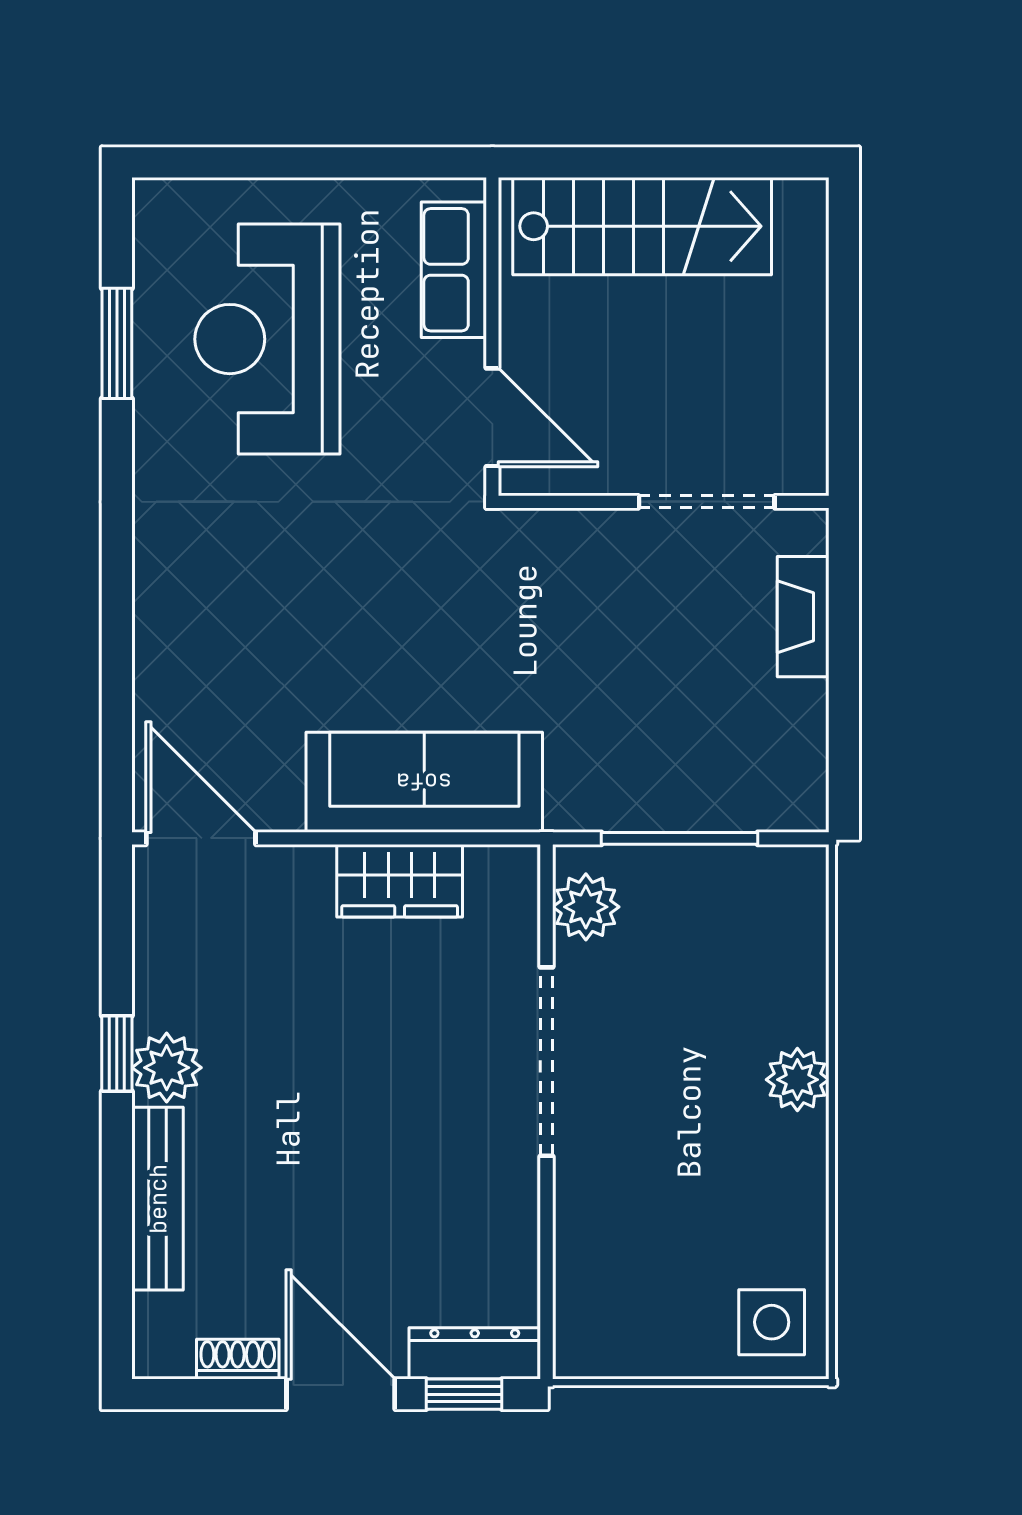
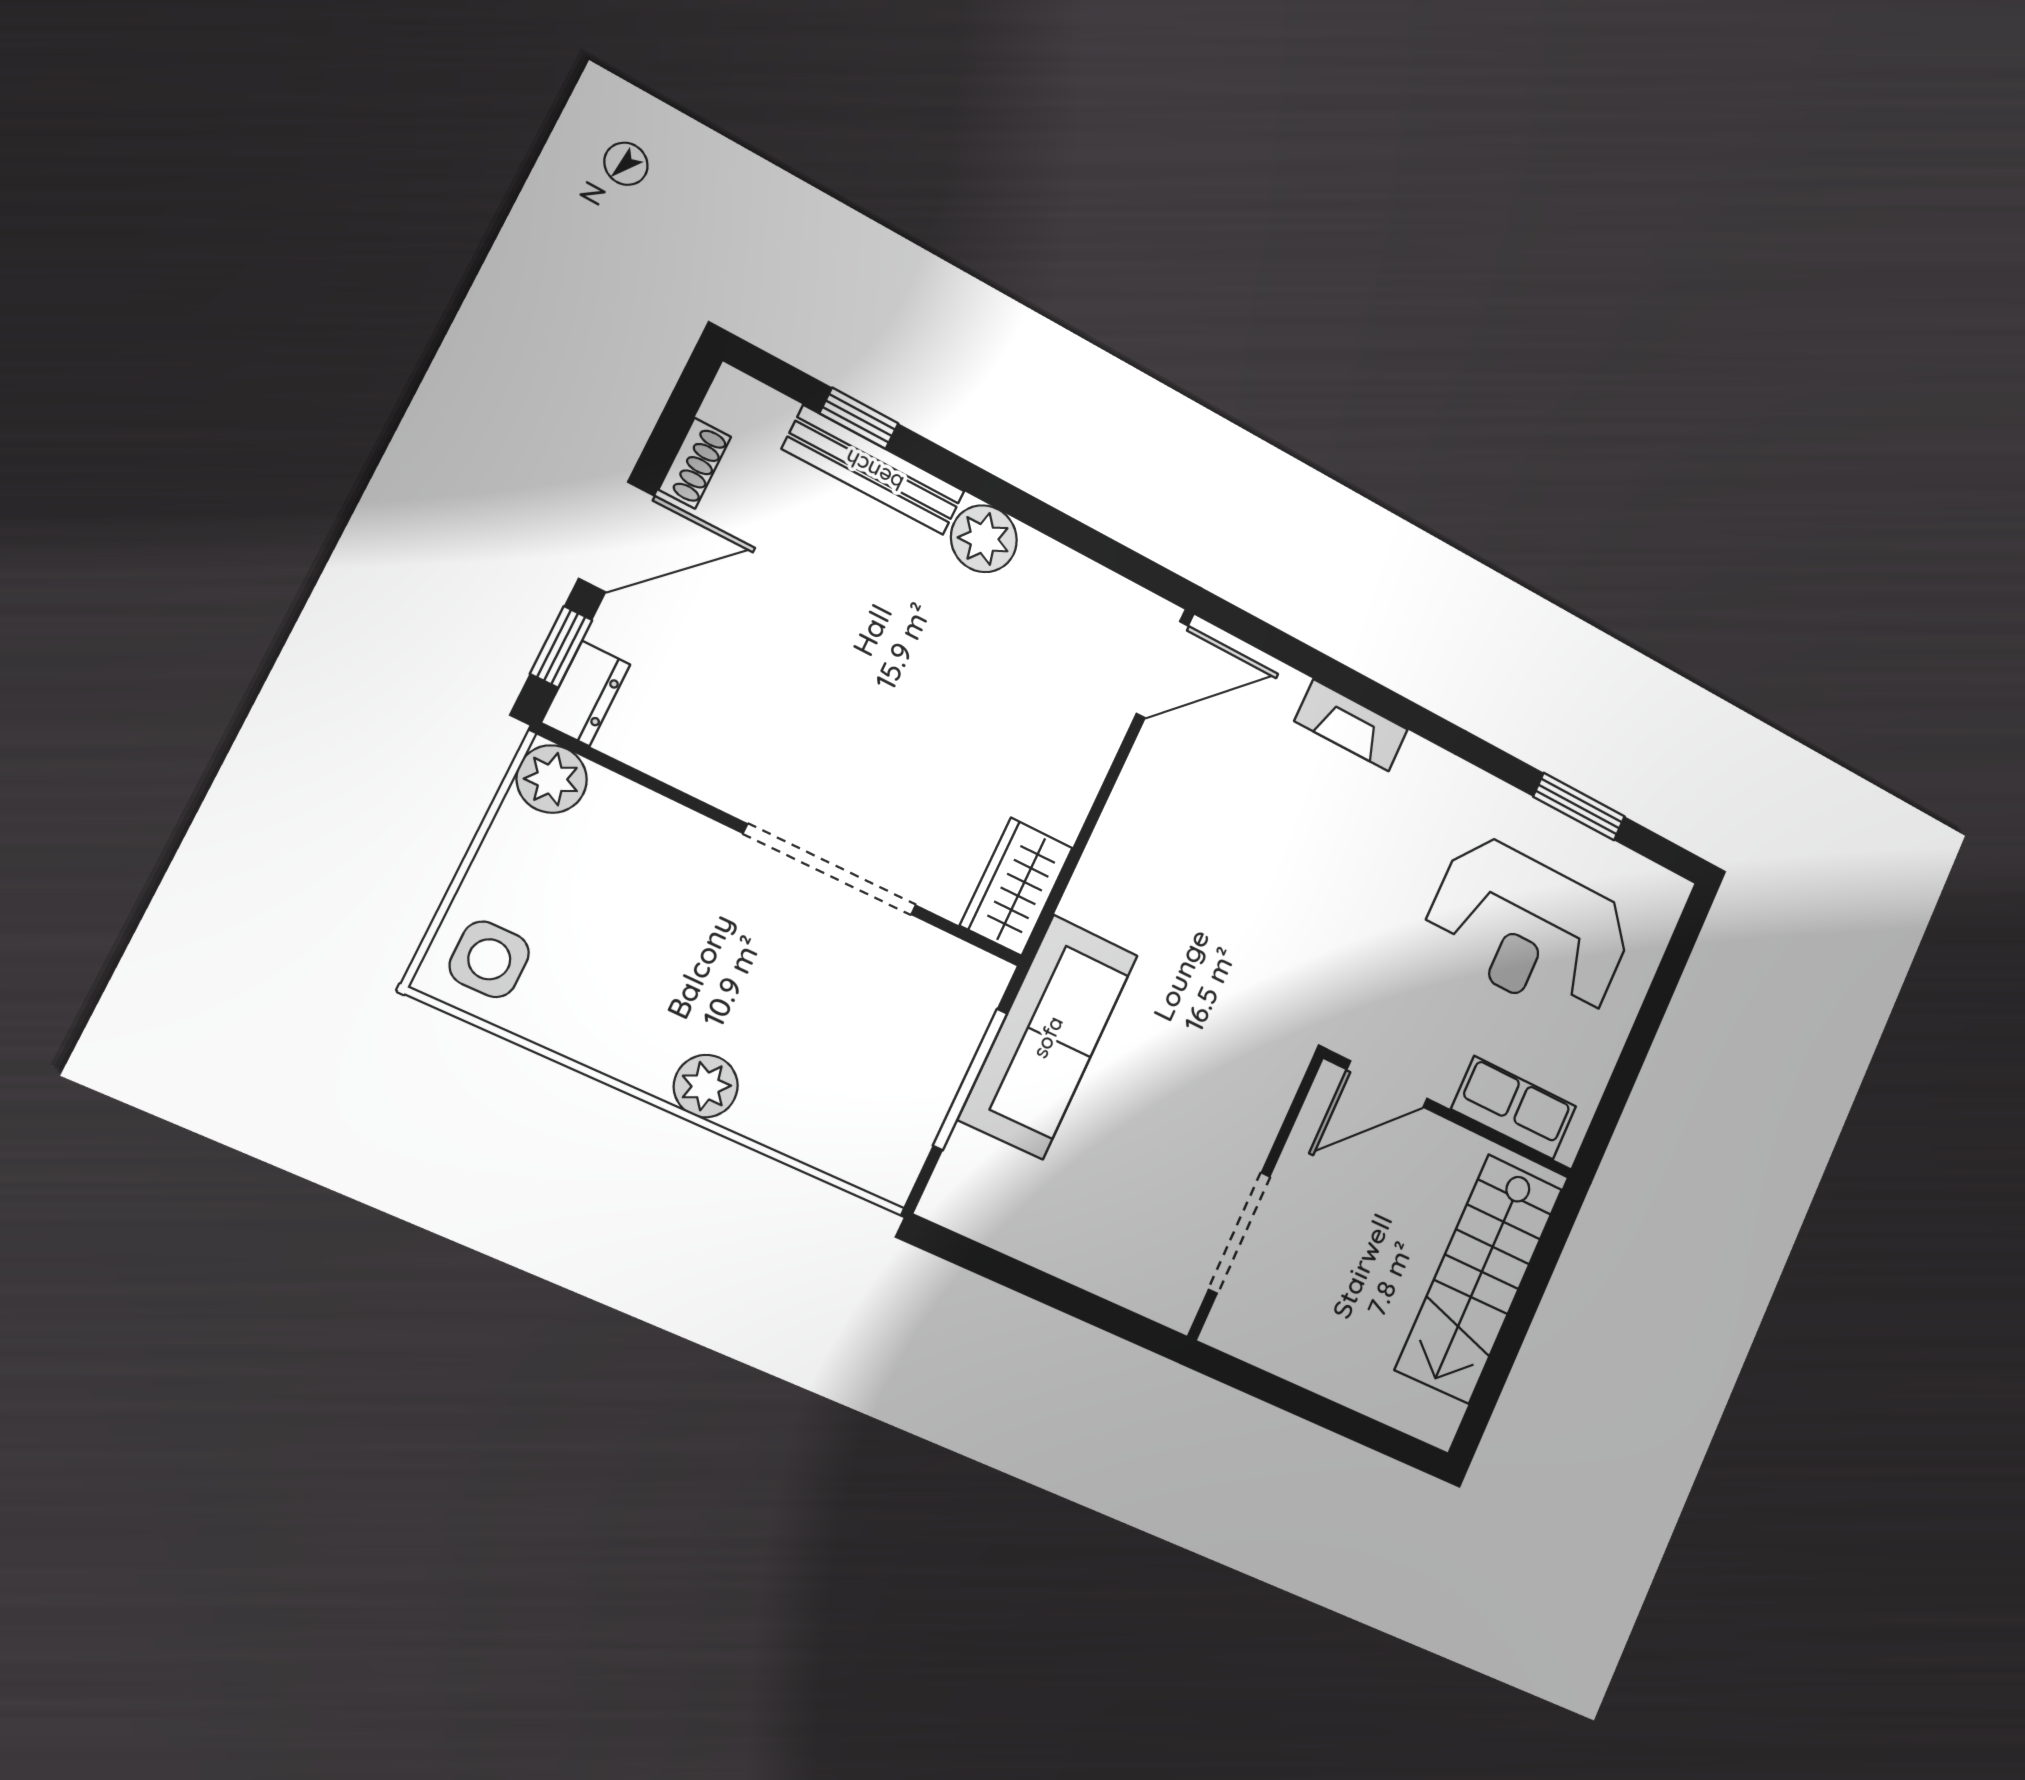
reception desk: (267, 339) -> (1529, 929), turned 180
fireplace: (803, 617) -> (1351, 725), moved, turned 180
sofa: (424, 782) -> (1048, 1037), moved
wardrobe: (400, 881) -> (1016, 887), moved
plant: (586, 907) -> (552, 779), moved
window: (117, 1054) -> (859, 418), moved
dresser: (475, 1353) -> (586, 694), width x0.70

